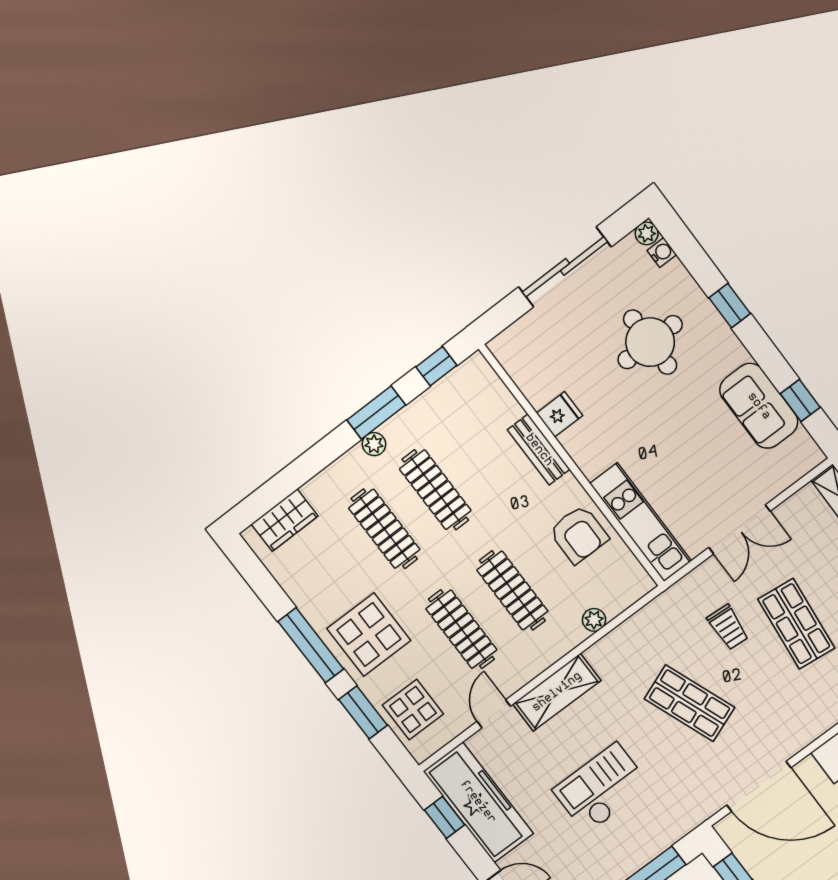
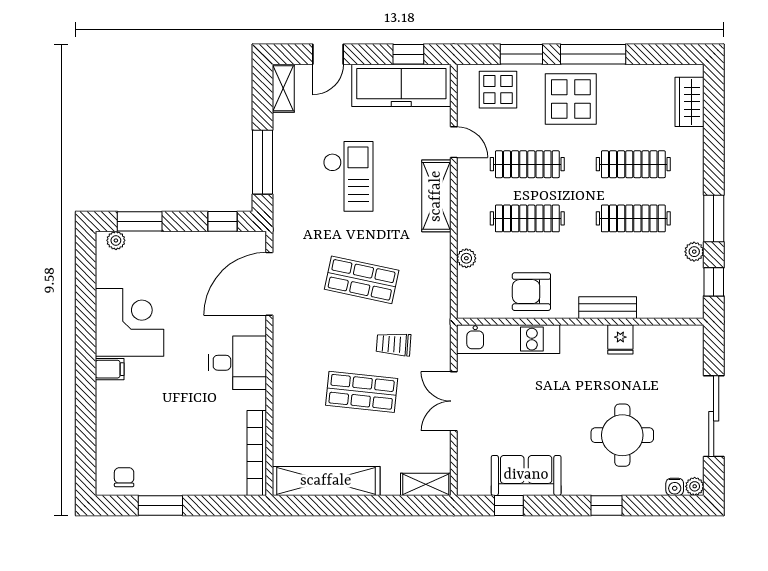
plant: (374, 444) -> (694, 252), moved
shop shelf: (690, 703) -> (362, 280), turned 33

